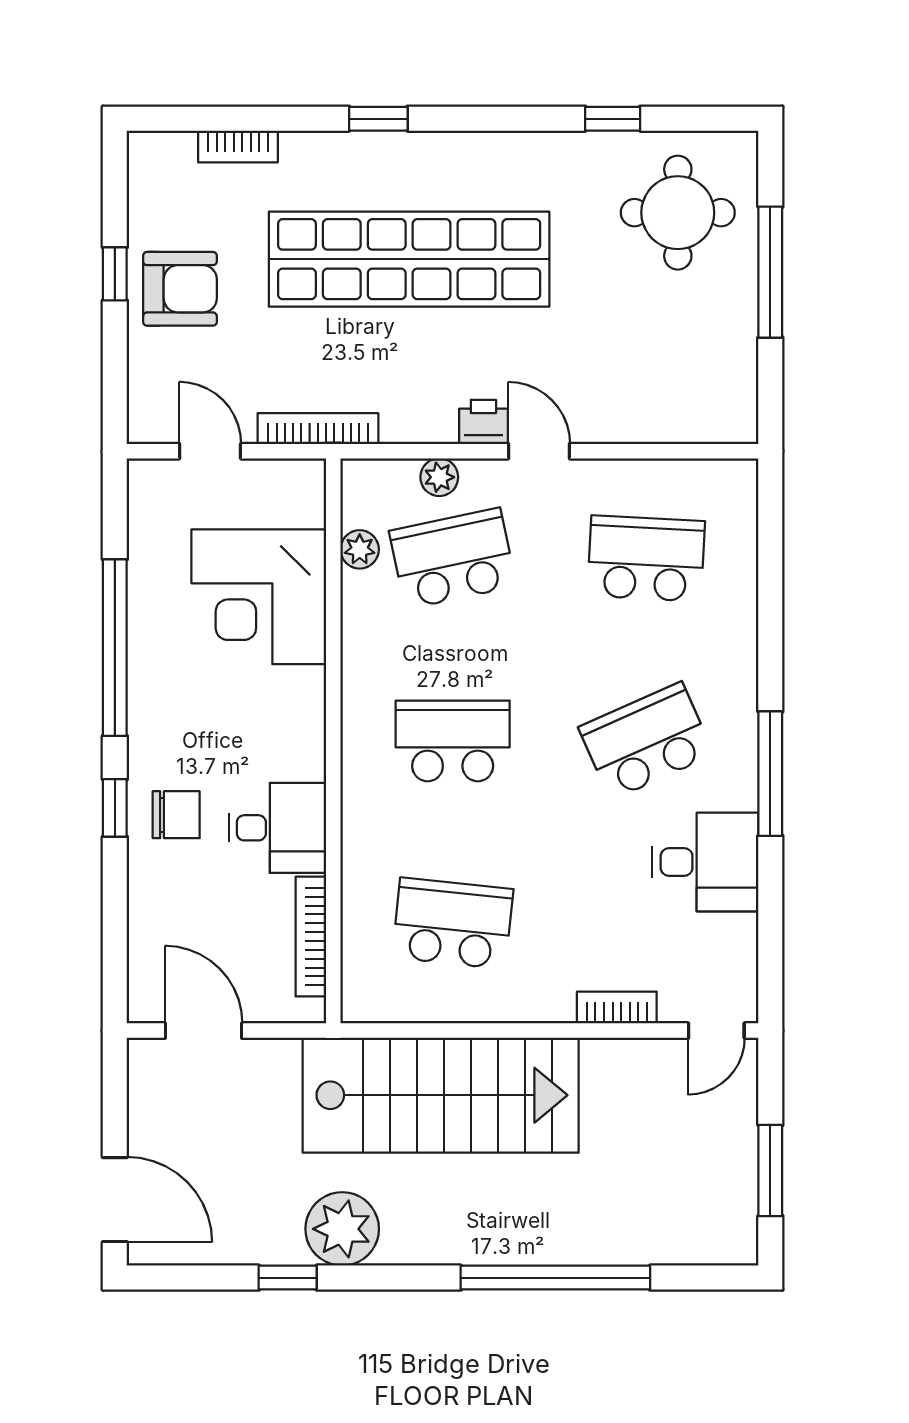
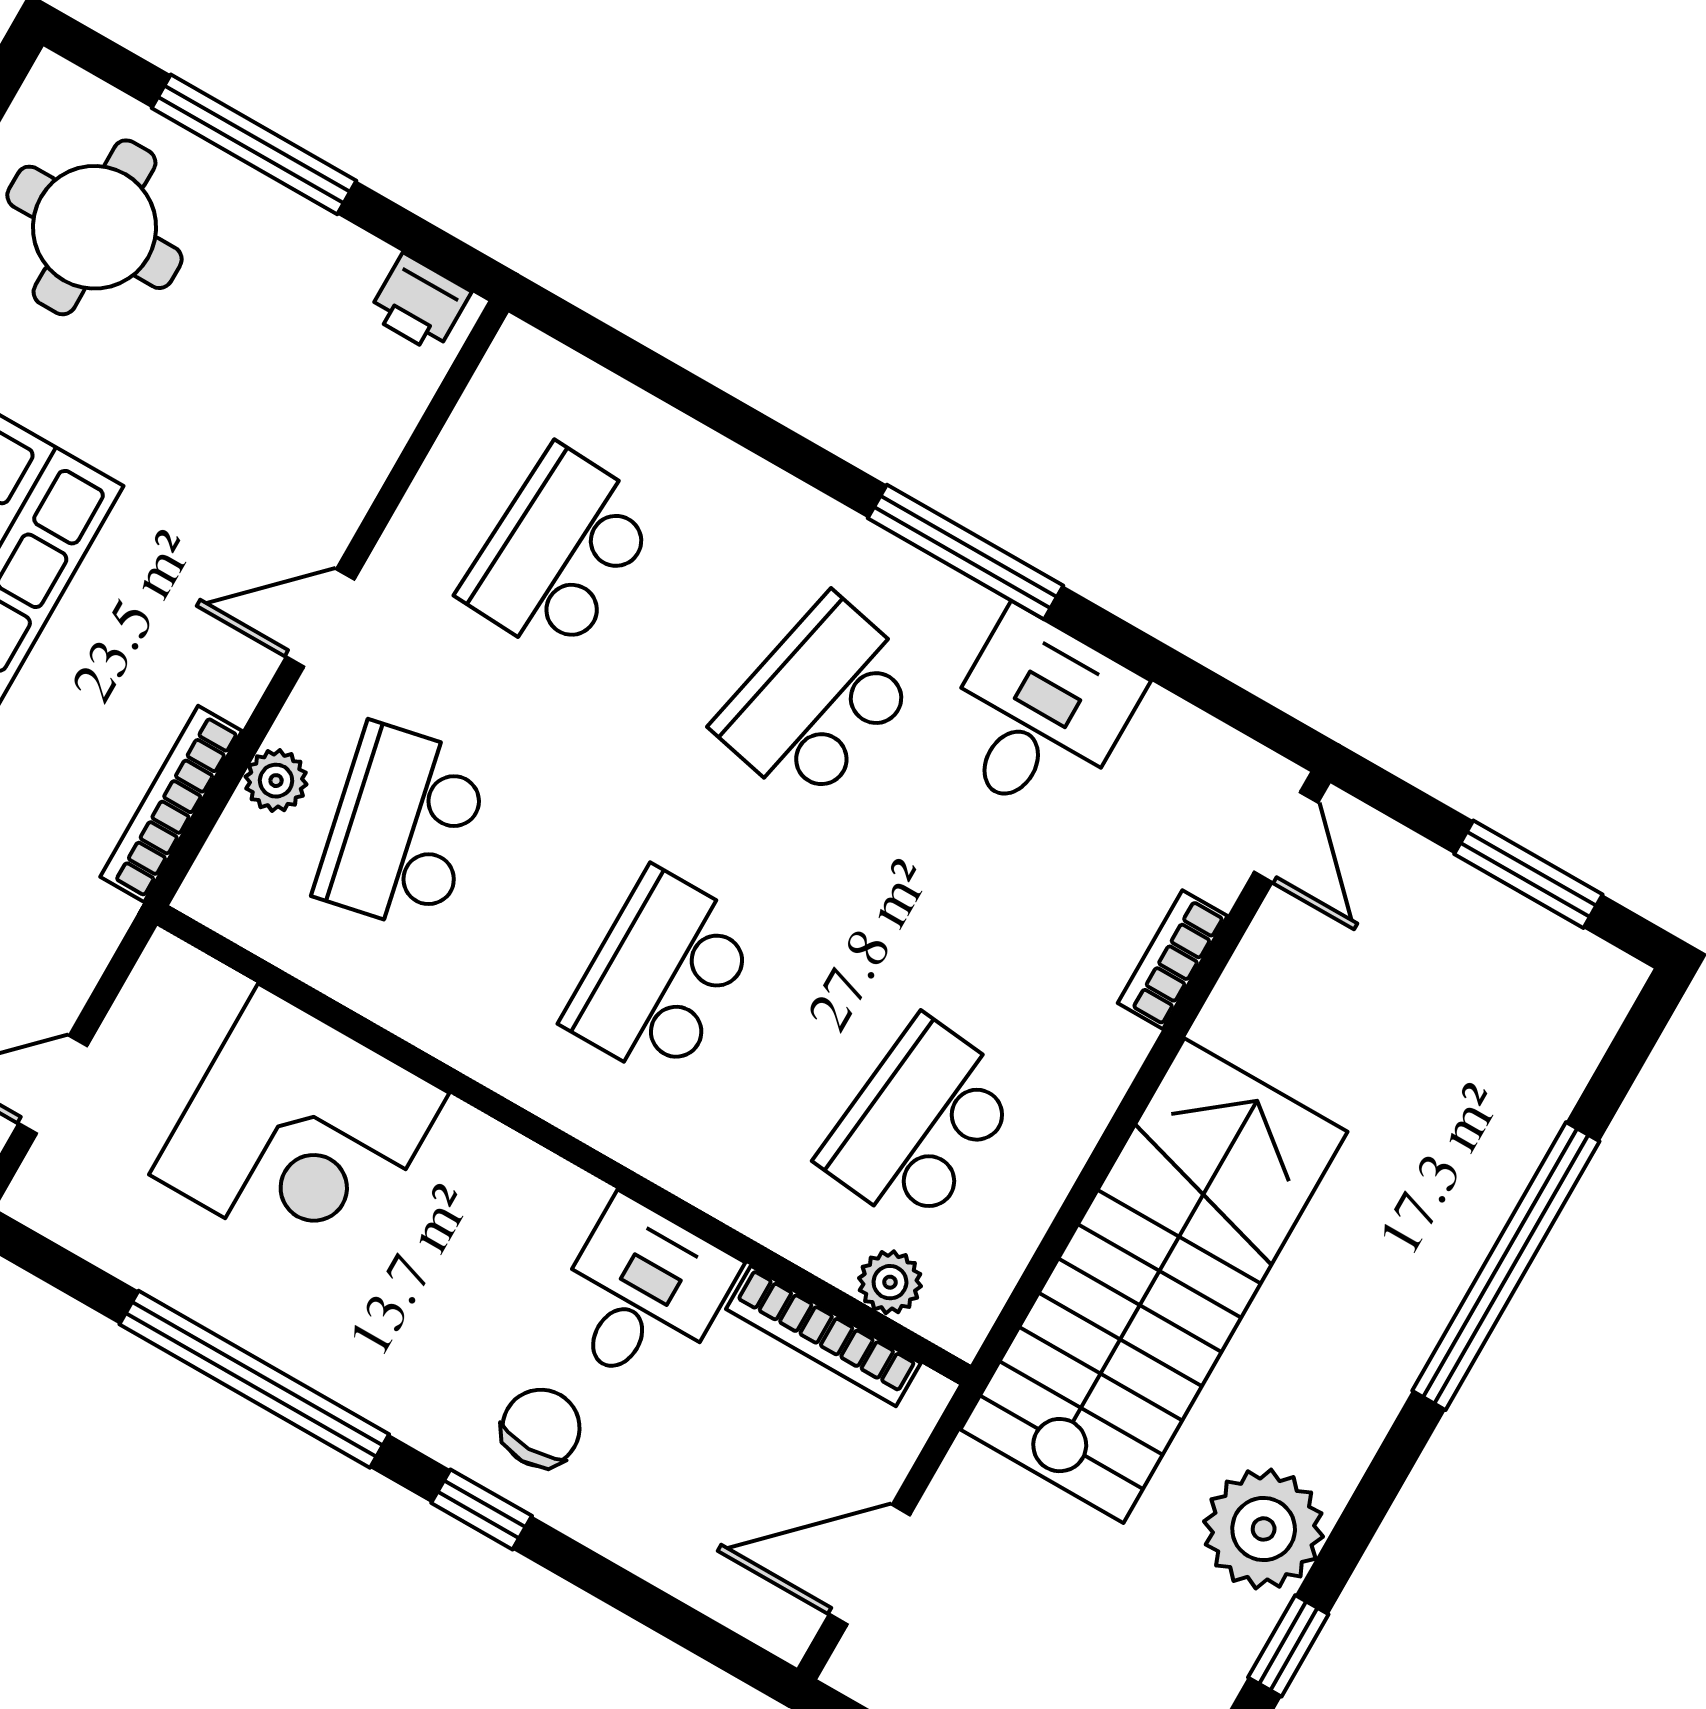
printer: (483, 422) -> (419, 303), moved, turned -90
bookcase: (318, 429) -> (171, 804), moved
plant: (360, 549) -> (890, 1282), moved
school desk: (646, 741) -> (818, 701), turned 36

